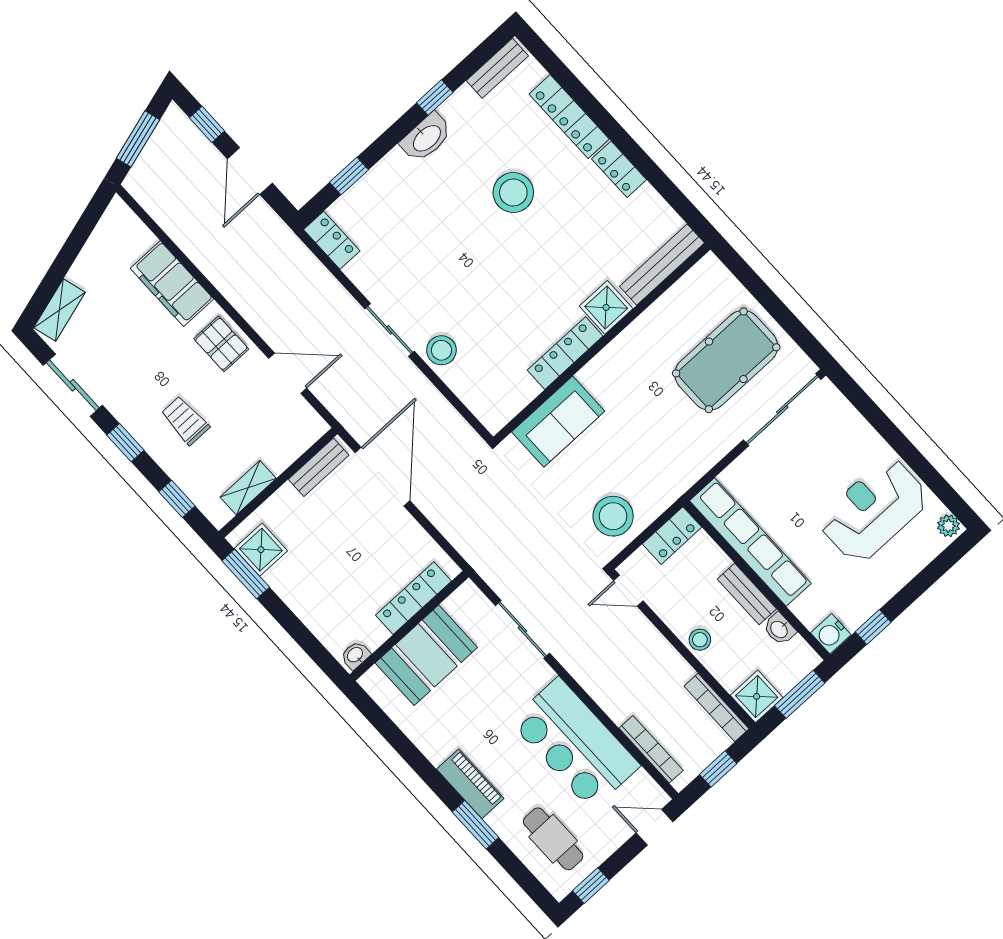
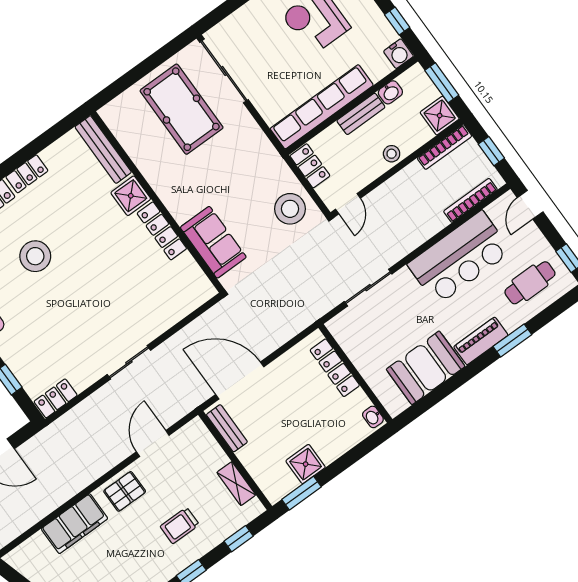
stool: (441, 350) -> (149, 325), removed
shower: (261, 550) -> (306, 464), moved
booth: (426, 655) -> (426, 368), moved, turned 90

